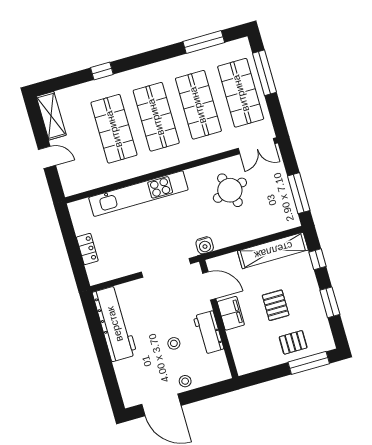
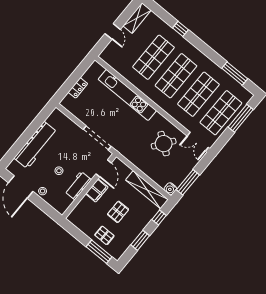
round table: (230, 190) -> (164, 144), turned -37
water cooler: (205, 245) -> (170, 189), moved
workbench: (115, 324) -> (36, 145), moved

